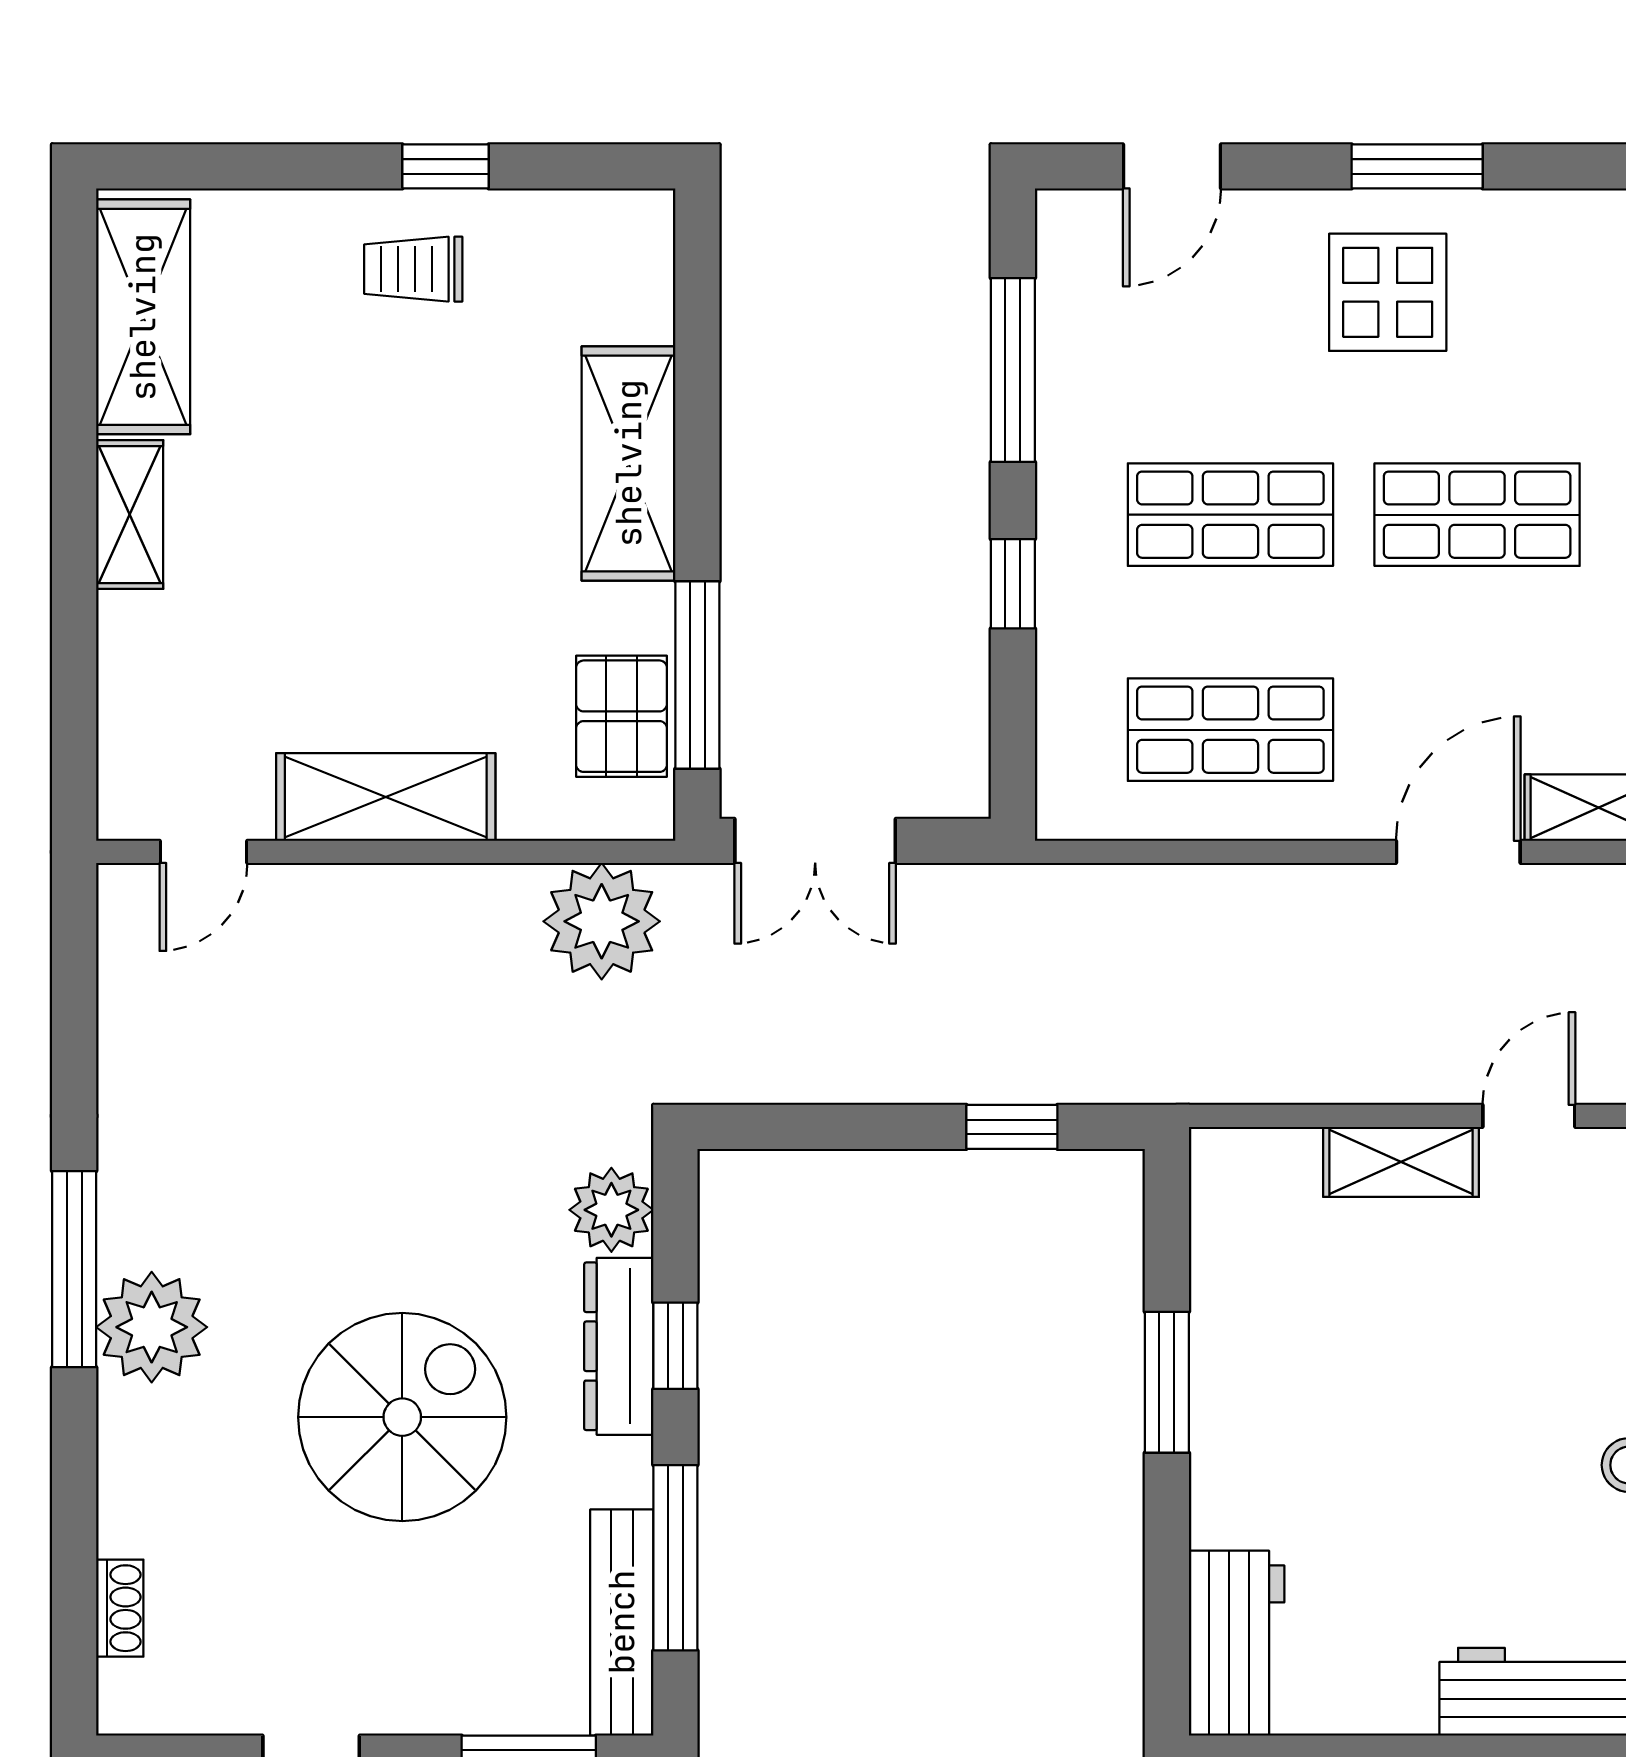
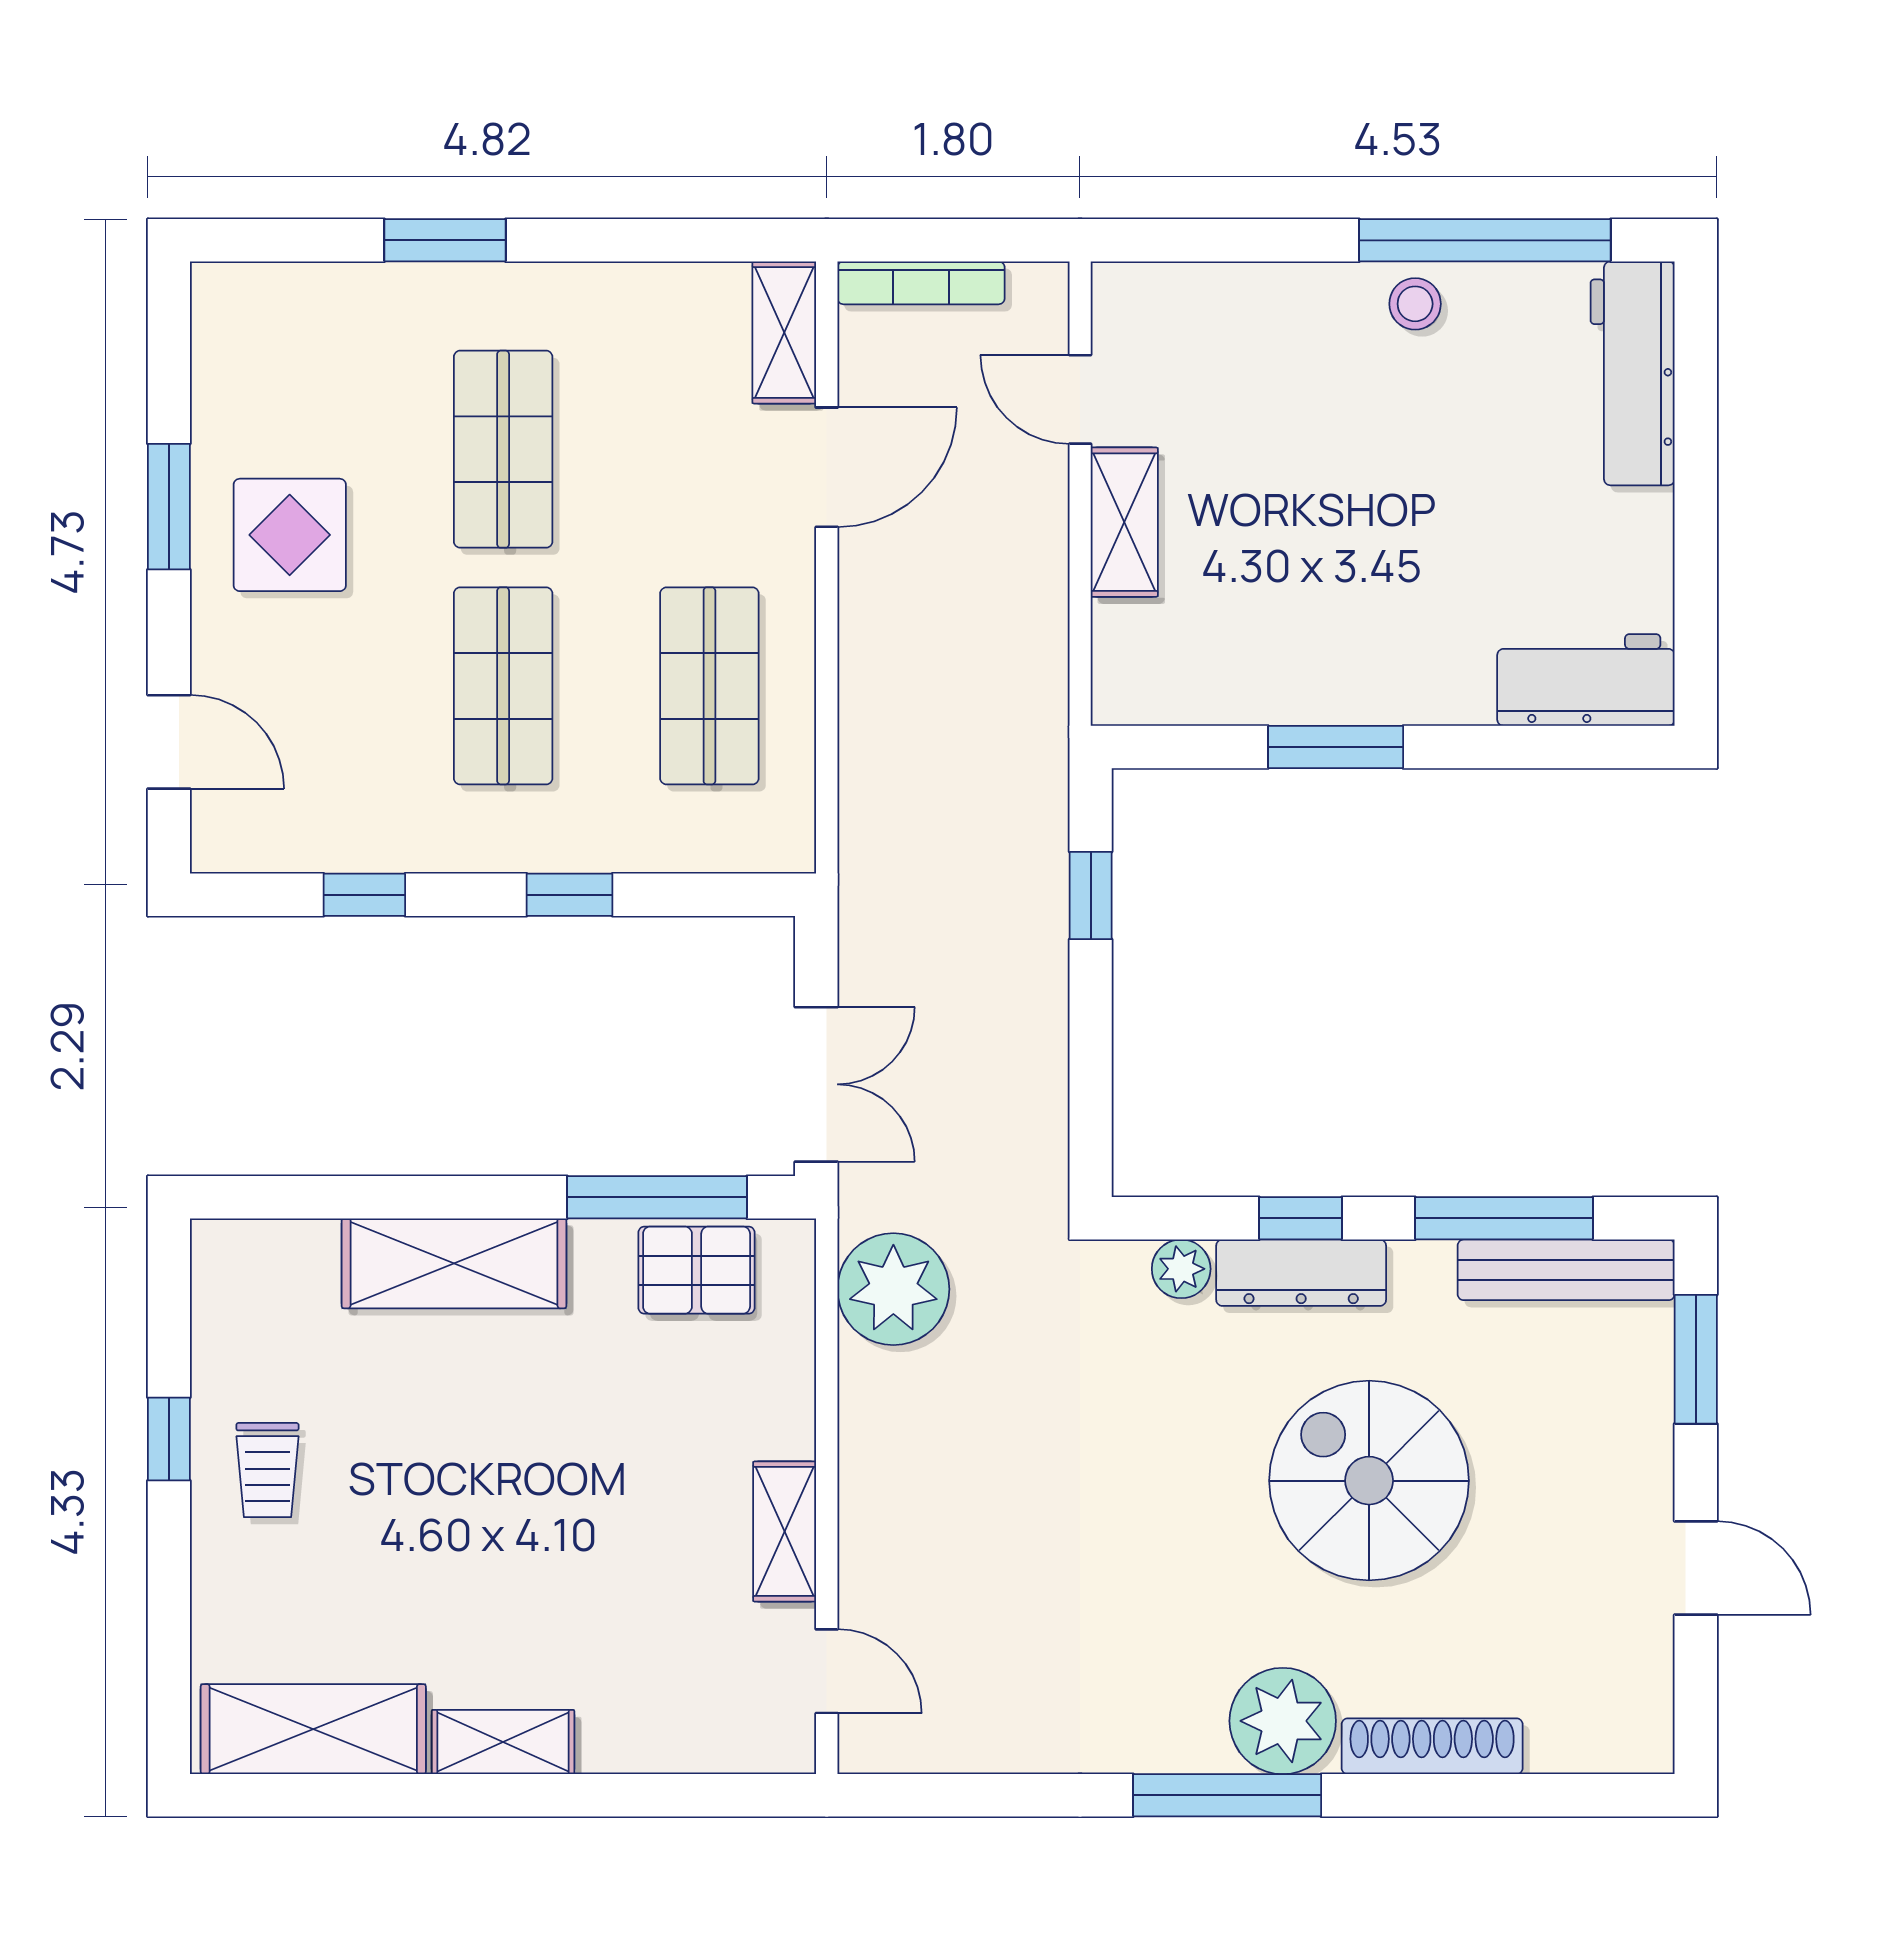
window: (1013, 370) -> (364, 895), width x0.46
shelving: (386, 797) -> (785, 1531), width x0.67, depth x0.75
door: (1458, 852) -> (827, 467), swing flipped
plant: (611, 1210) -> (1181, 1269), width x0.73, depth x0.73
shoe rack: (120, 1608) -> (1432, 1746), moved, width x1.94, depth x1.24

